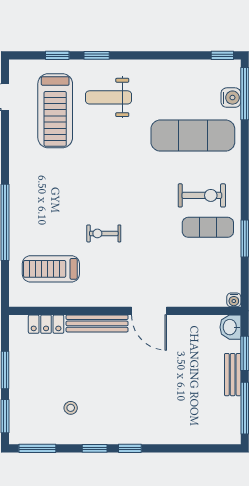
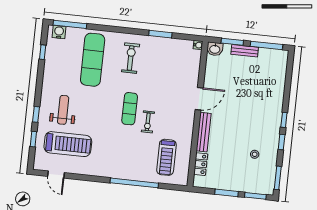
window: (222, 55) -> (43, 52), moved
weight bench: (109, 97) -> (63, 110), turned 180
water cooler: (231, 98) -> (59, 32), moved
exercise mat: (208, 227) -> (130, 109), moved

